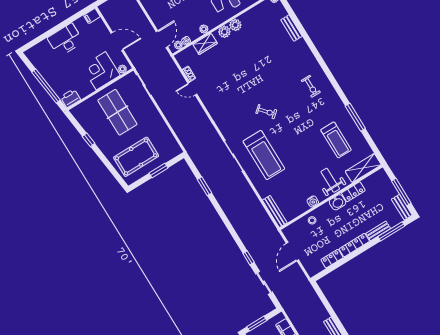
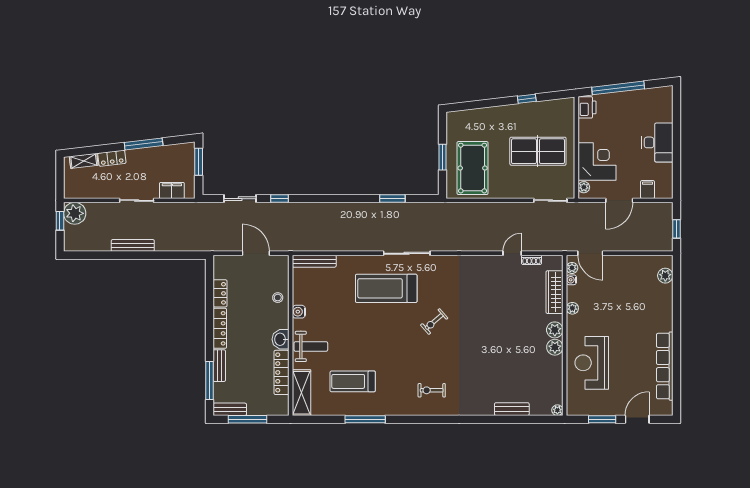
filing cabinet: (92, 16) -> (648, 190), moved
wardrobe: (205, 44) -> (555, 292), width x1.50
pool table: (136, 157) -> (473, 168), moved
locker: (353, 192) -> (281, 372), width x1.53

